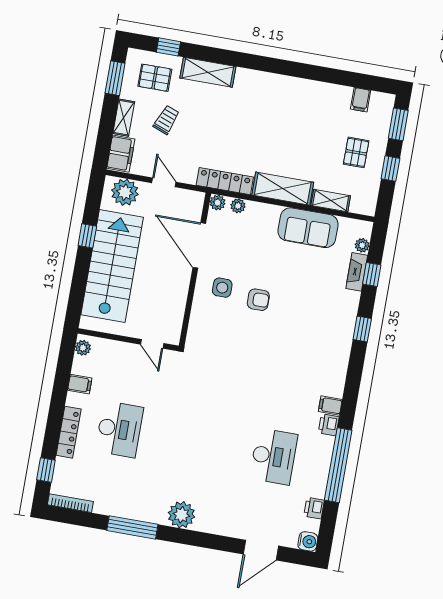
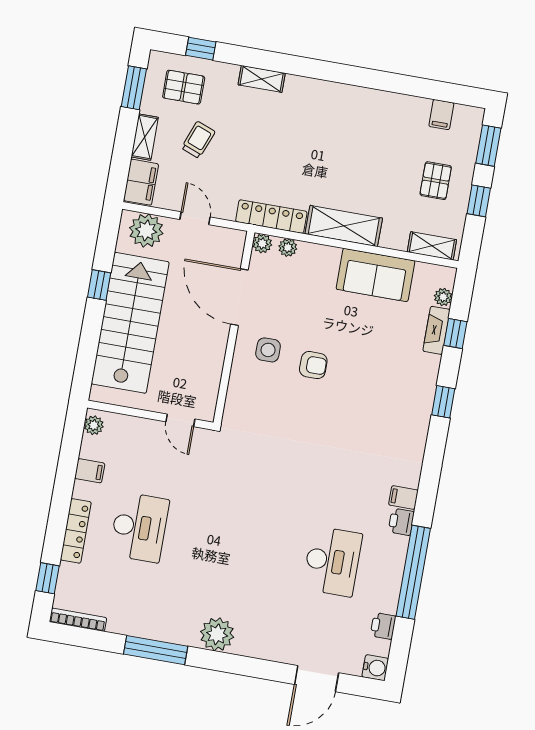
shelving: (208, 72) -> (262, 79), width x0.67, depth x0.75
shelving: (331, 201) -> (432, 246), moved

